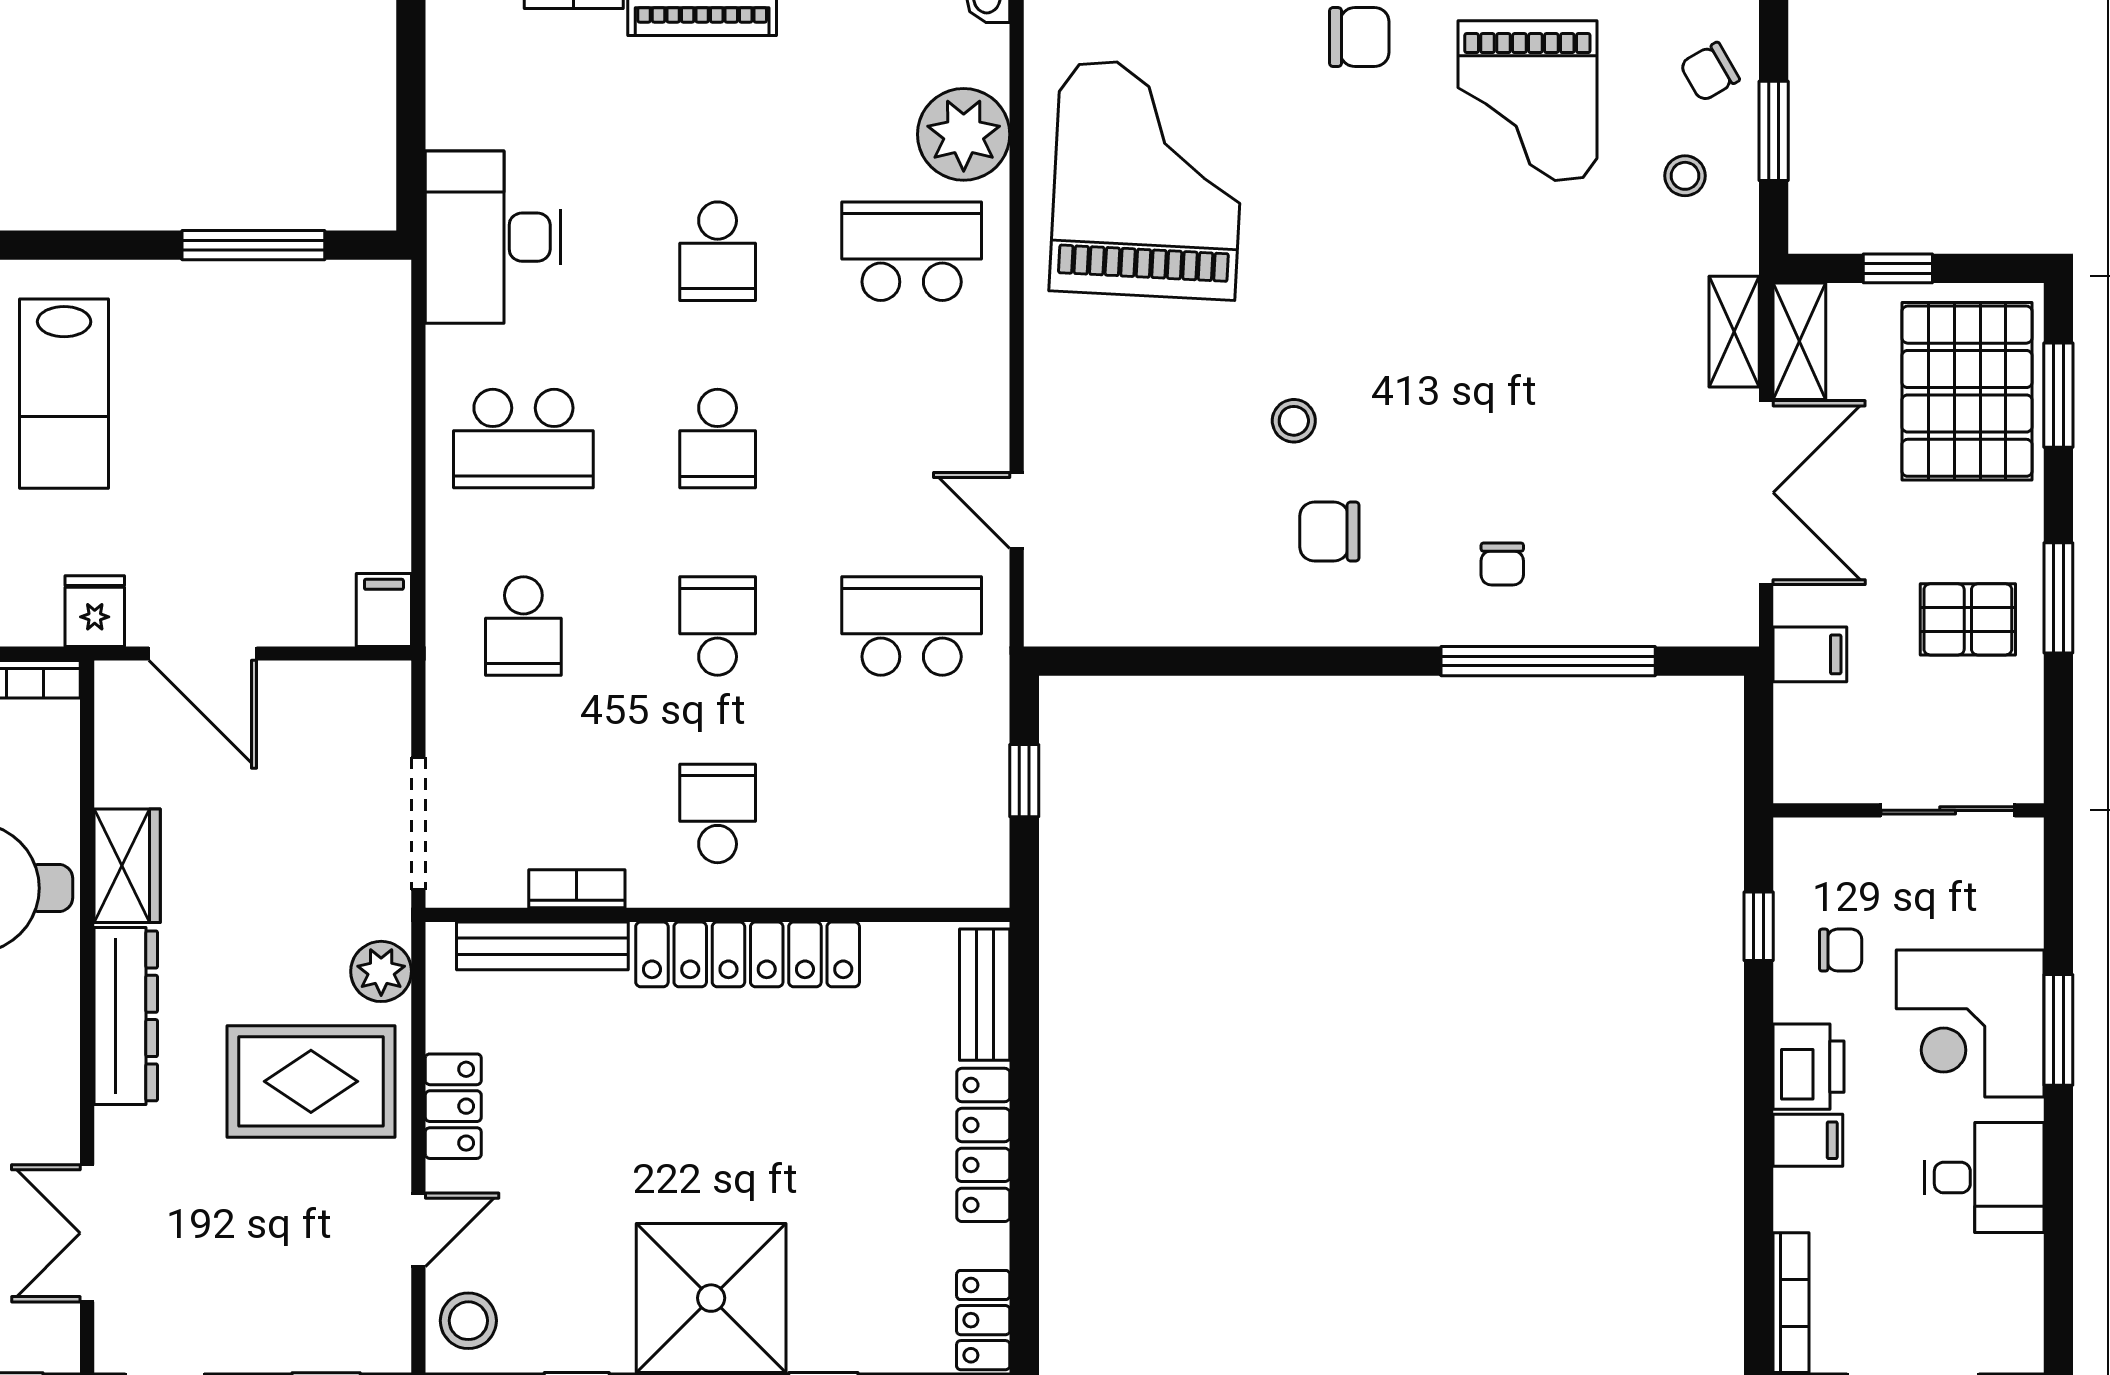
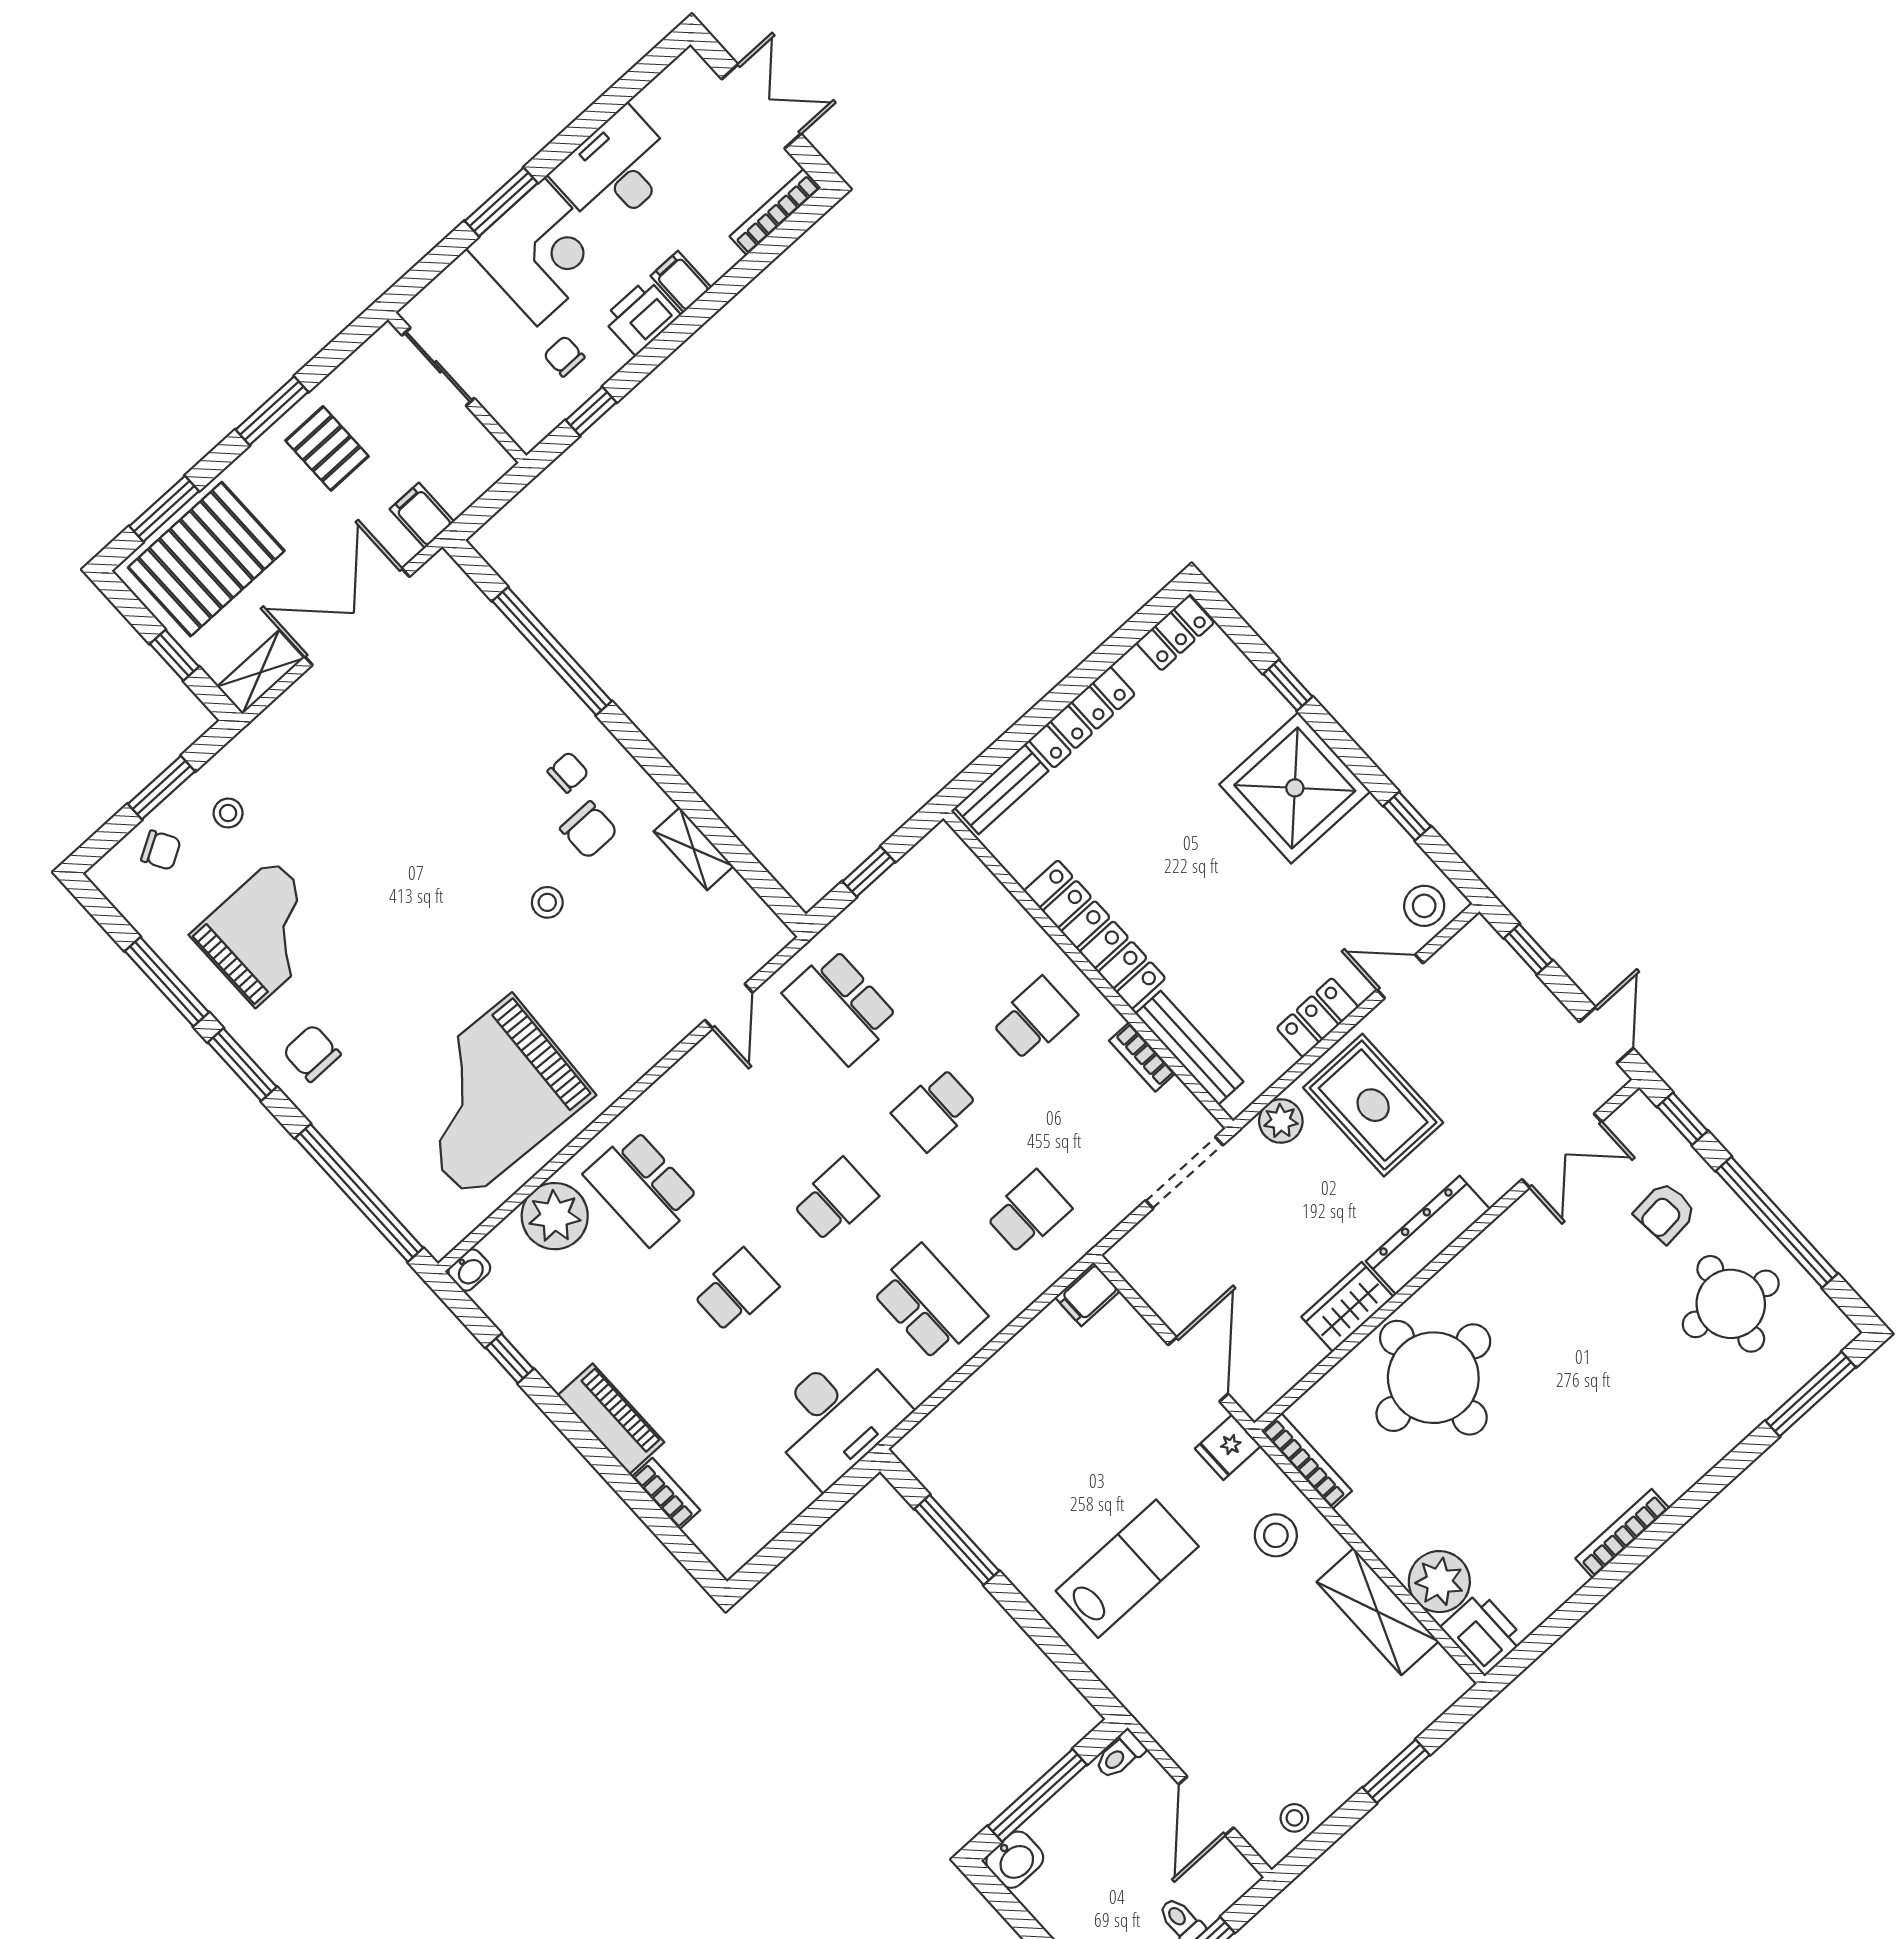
shelving: (1734, 332) -> (693, 849), moved, turned 90
chair: (1502, 564) -> (568, 772), moved
school desk: (718, 813) -> (1034, 1019), turned 180
desk: (1984, 1178) -> (615, 170), width x1.37

